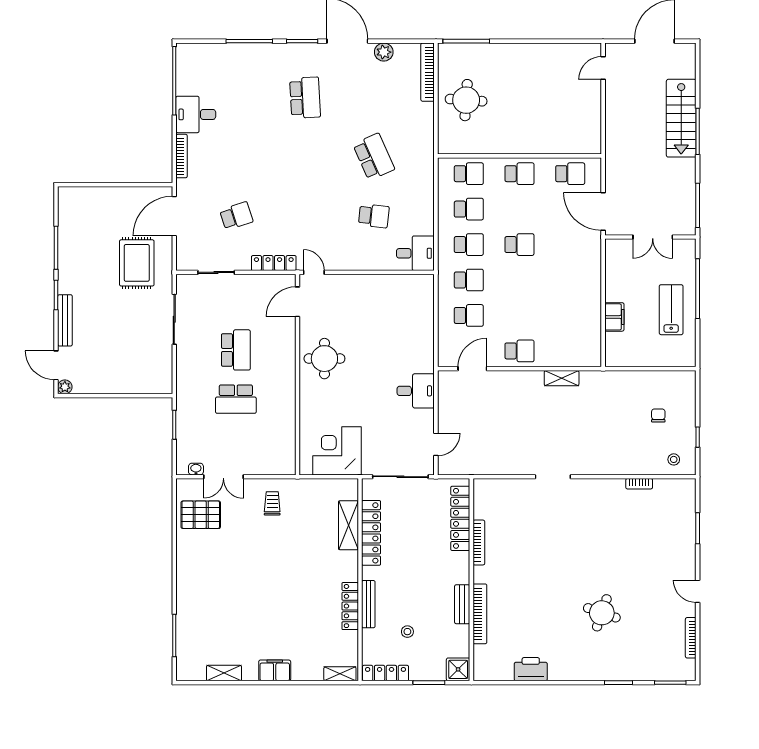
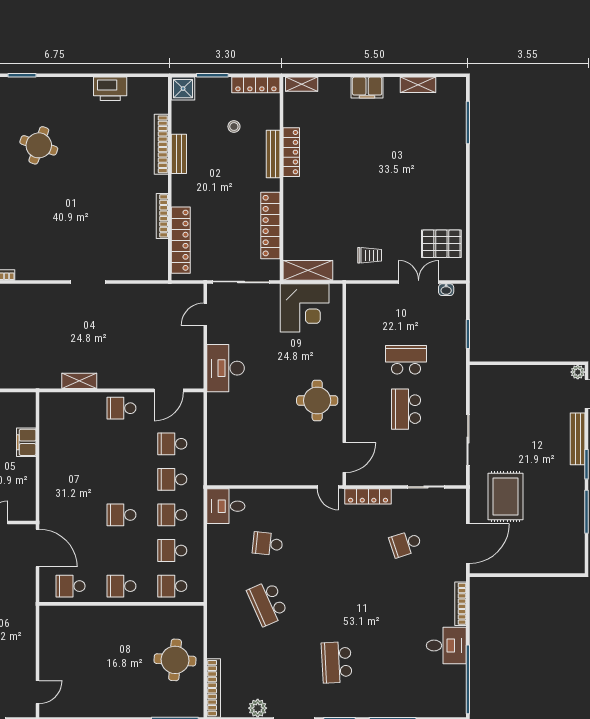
desk: (416, 391) -> (226, 368), width x1.37
trolley: (272, 503) -> (370, 255), turned -90
shelving: (348, 525) -> (308, 270), moved, turned 90

